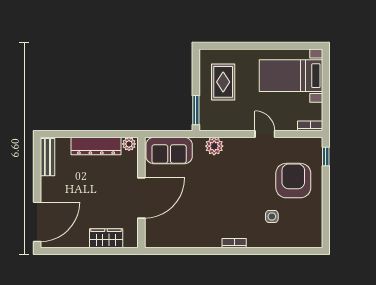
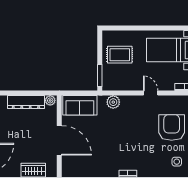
rug: (223, 82) -> (120, 55), turned 90
door: (141, 198) -> (59, 140), hinge flipped
side table: (272, 216) -> (177, 162), moved

